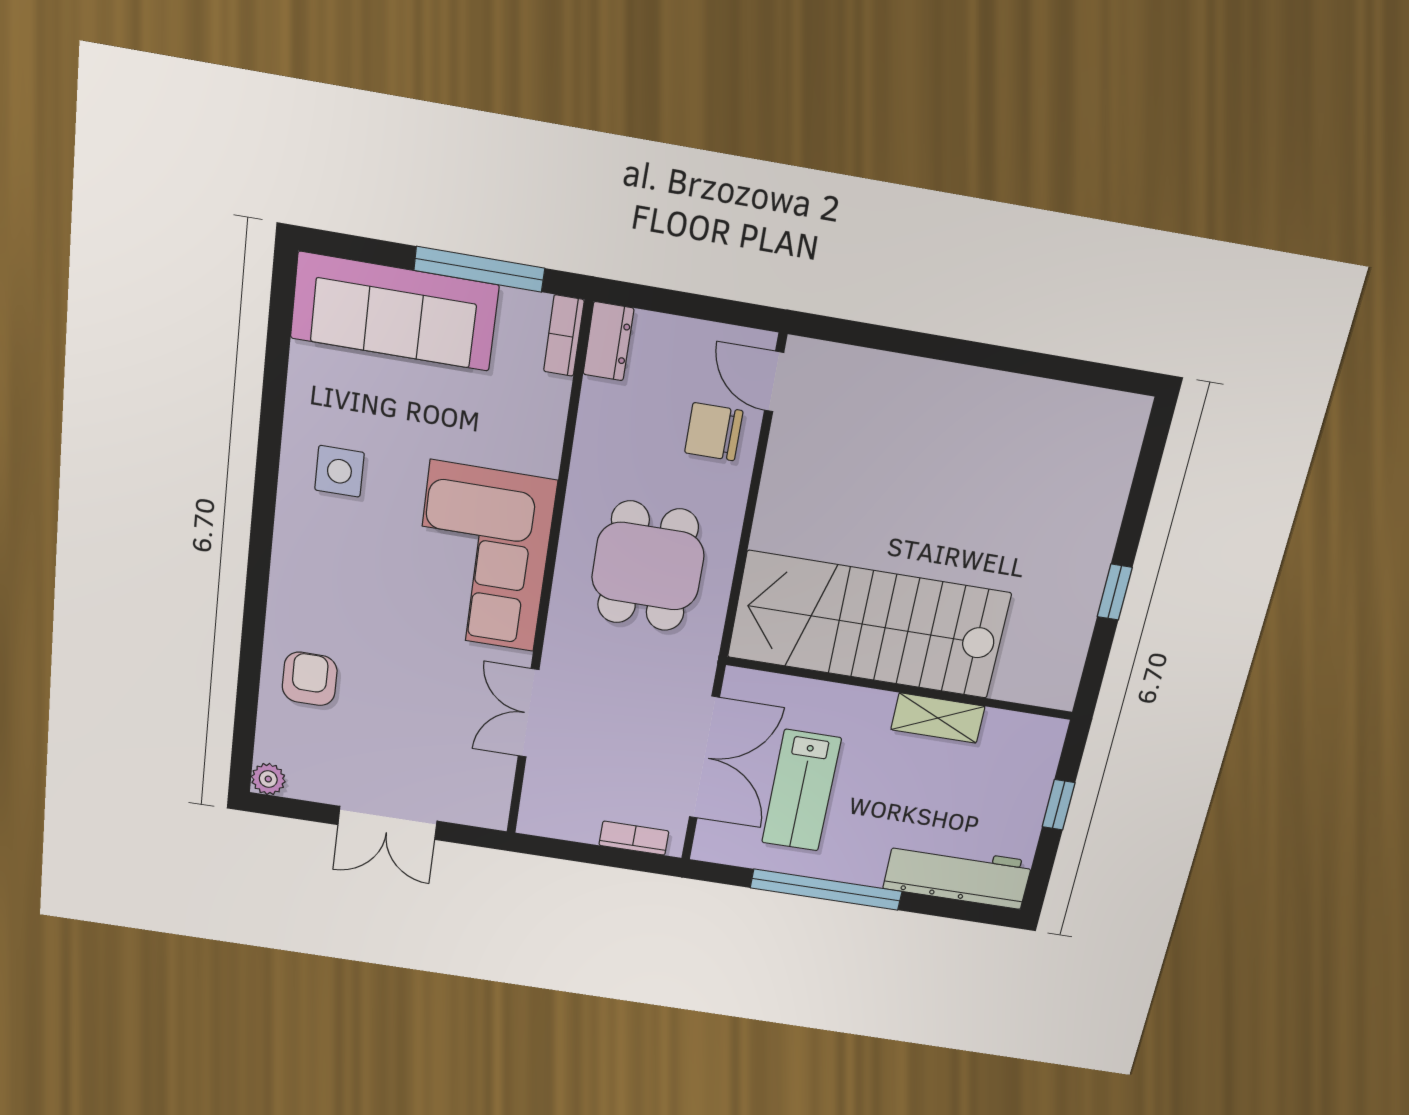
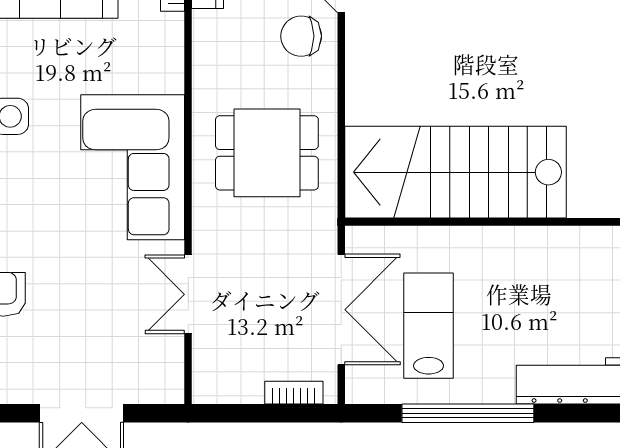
dining table: (648, 566) -> (267, 153), turned 90
shelving: (938, 718) -> (530, 242), removed
lab bench: (801, 791) -> (429, 326), turned 180

